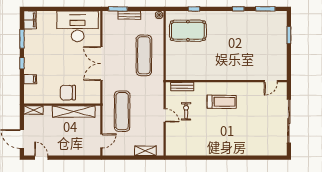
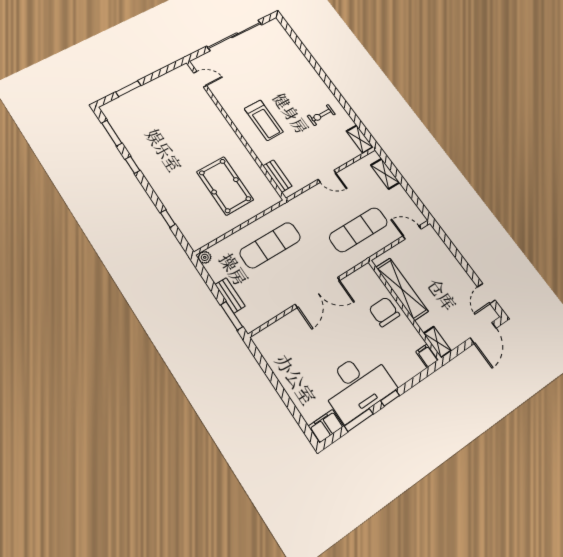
desk: (78, 26) -> (357, 385), moved, turned -90
pool table: (188, 31) -> (225, 186), moved
filing cabinet: (30, 79) -> (427, 356), moved
chair: (68, 93) -> (384, 312), turned 180
treadmill: (222, 102) -> (264, 120), turned 180
exercise bike: (186, 111) -> (321, 115), moved
door: (165, 115) -> (327, 176), swing flipped
shelving: (176, 151) -> (360, 139), added

